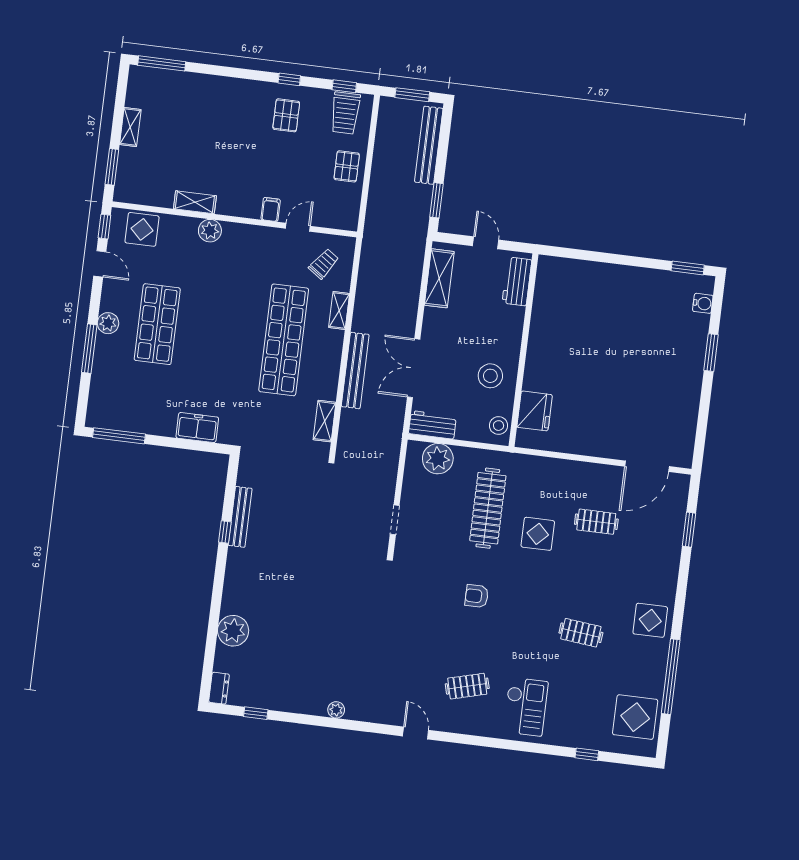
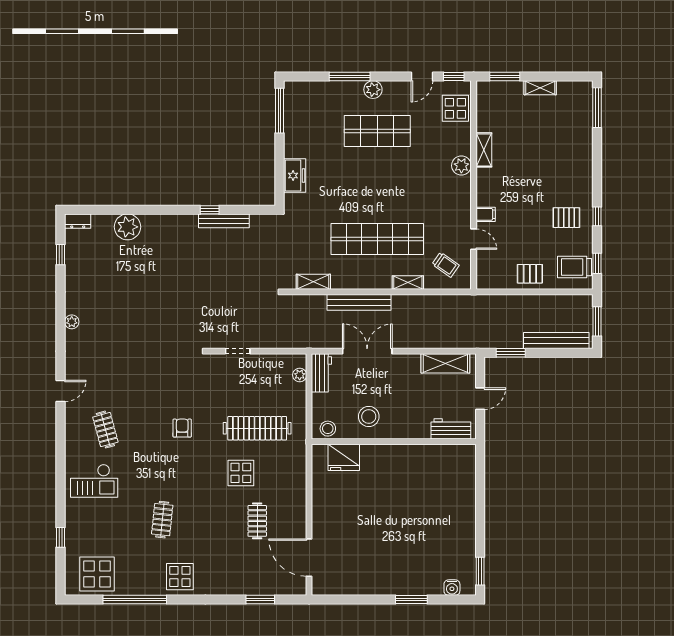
plant: (438, 459) -> (300, 375), width x0.53, depth x0.53

